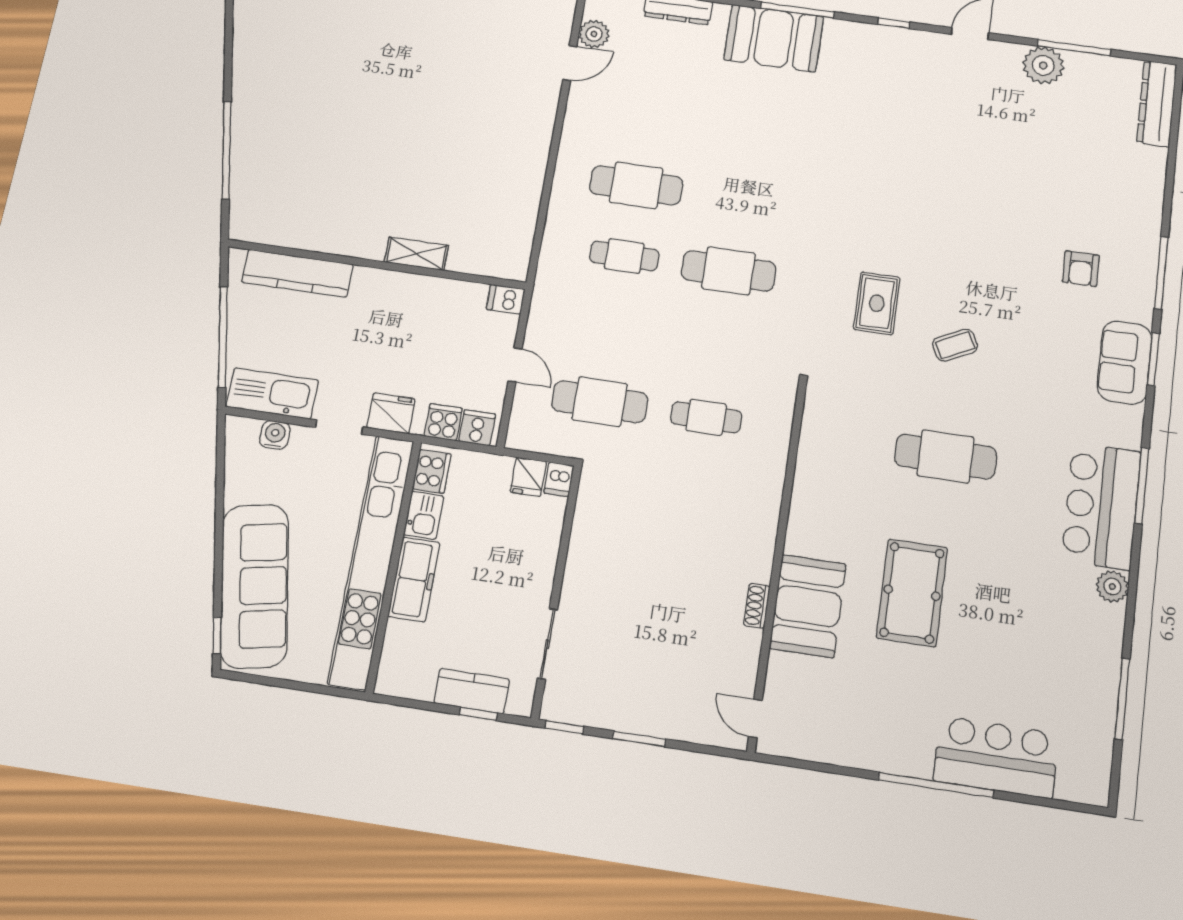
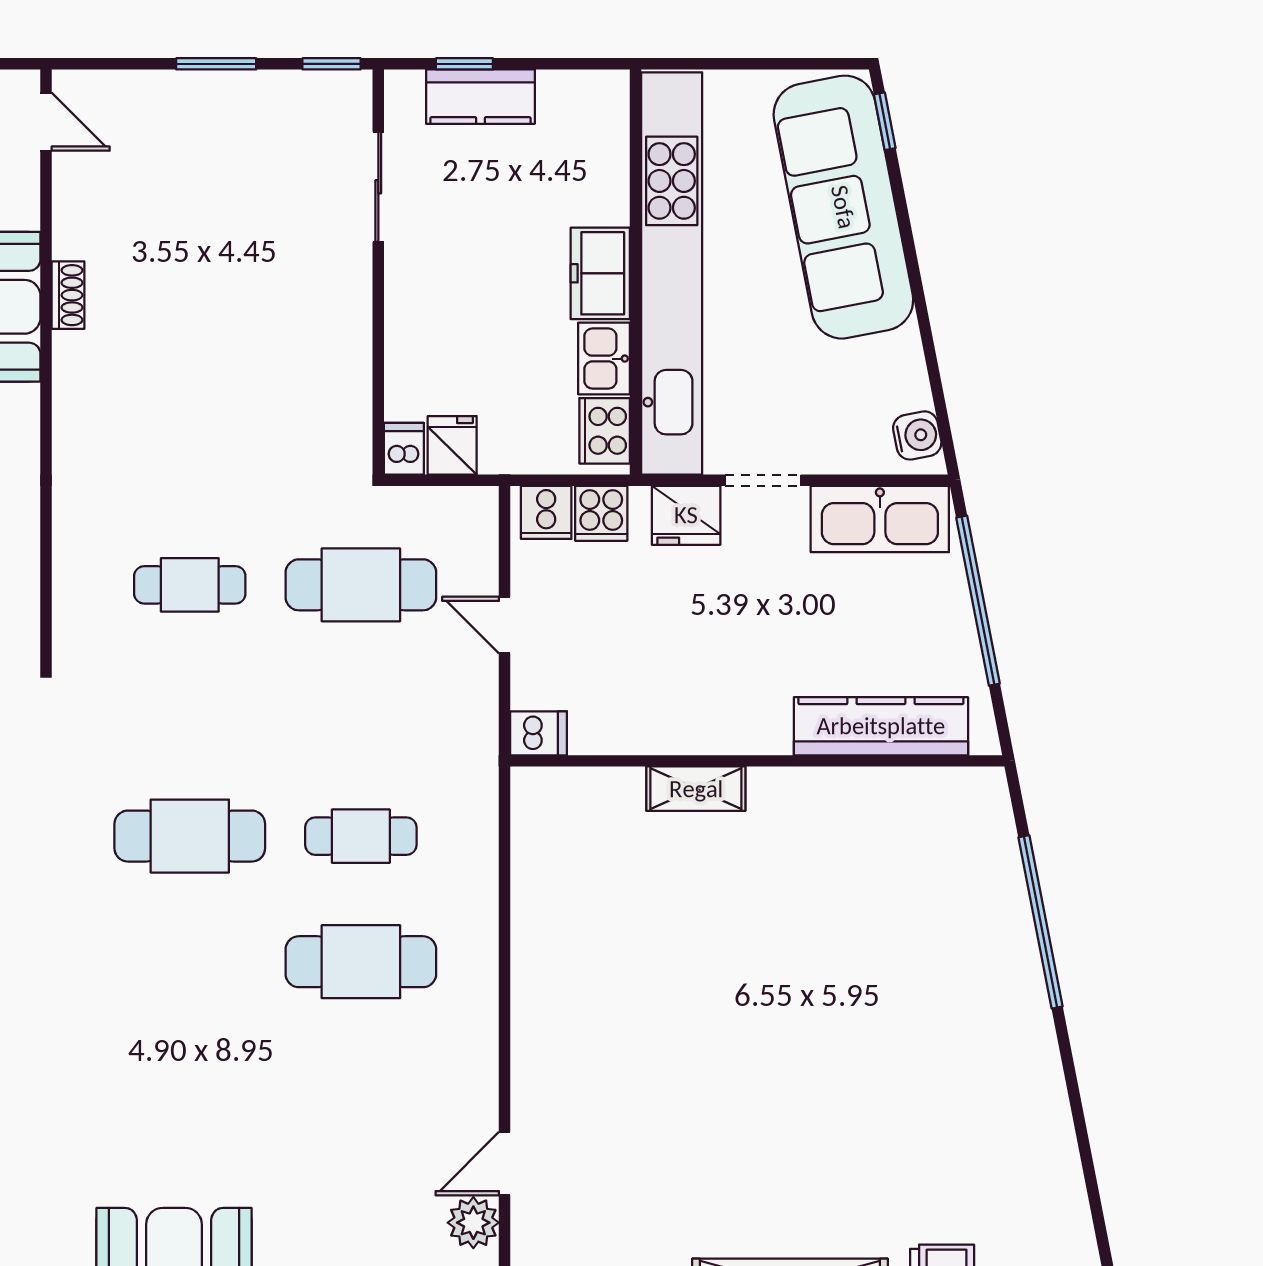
water cooler: (275, 435) -> (917, 435), moved, turned -101
freezer: (414, 579) -> (600, 273), width x0.71

